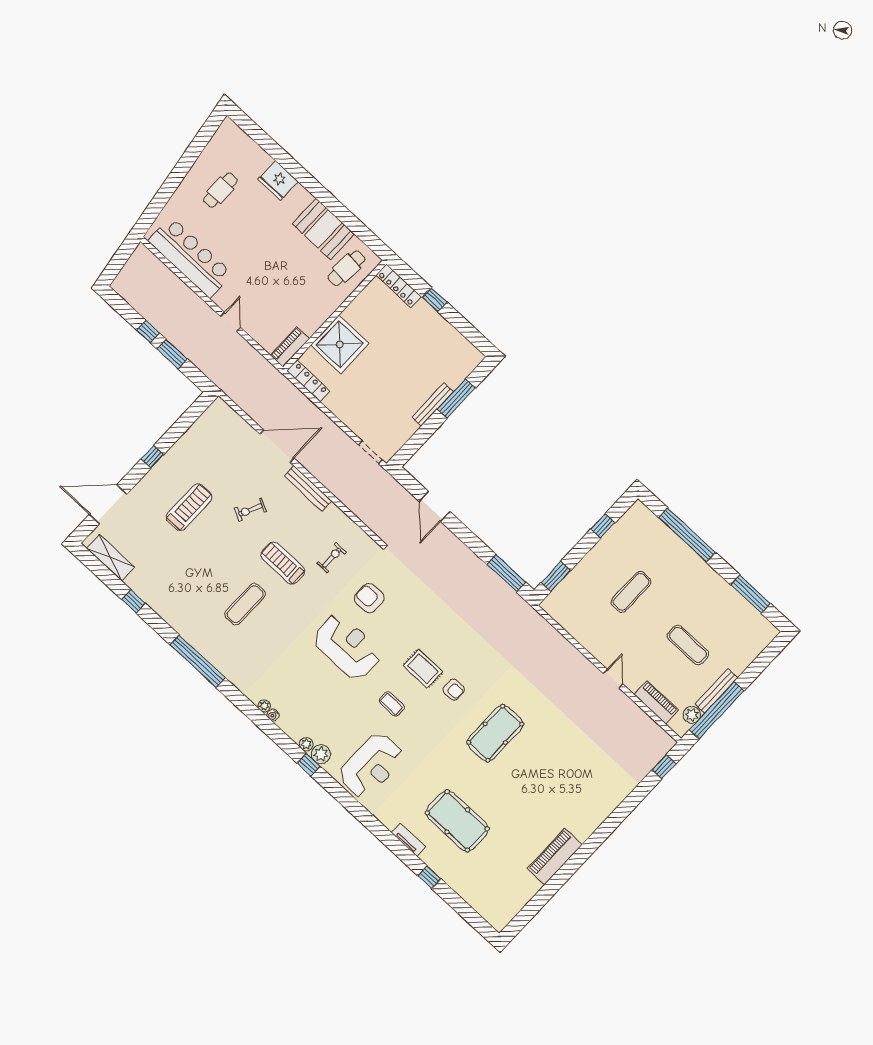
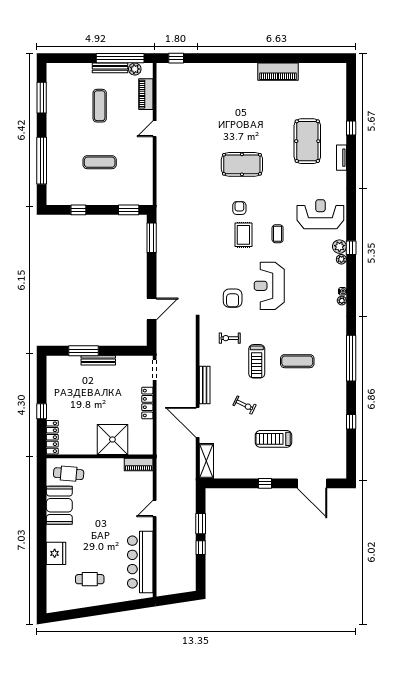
locker: (308, 381) -> (147, 403), moved
shelving: (111, 558) -> (206, 461), moved

